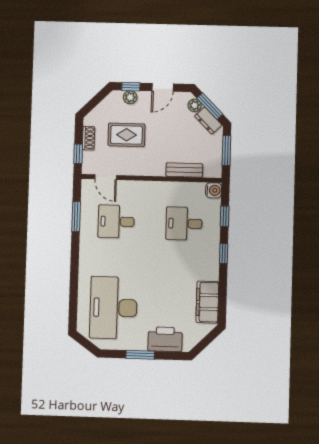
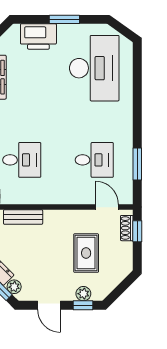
door: (163, 87) -> (49, 305), swing flipped
rug: (126, 135) -> (86, 253), turned 90
shoe rack: (88, 138) -> (127, 228), moved

